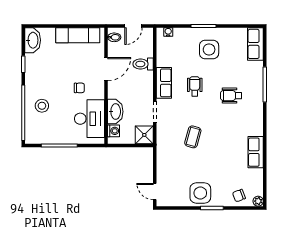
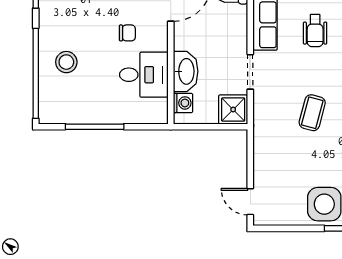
wheelchair: (195, 86) -> (315, 31), turned 180
desk: (89, 119) -> (144, 75), width x0.73

